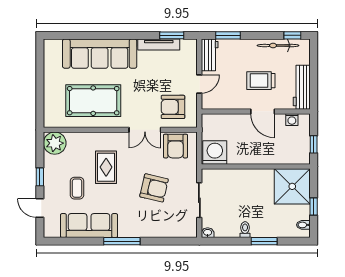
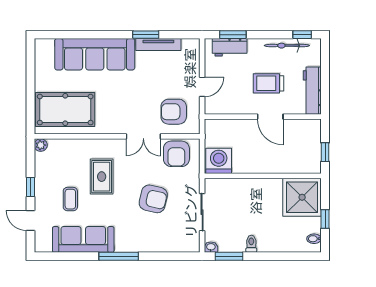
window: (172, 35) -> (146, 35), moved
workbench: (210, 55) -> (230, 47), moved, turned 90
pool table: (93, 101) -> (65, 110), moved
washing machine: (292, 120) -> (302, 125), removed
plant: (55, 143) -> (41, 145), width x0.53, depth x0.53
window: (264, 241) -> (229, 256), moved

